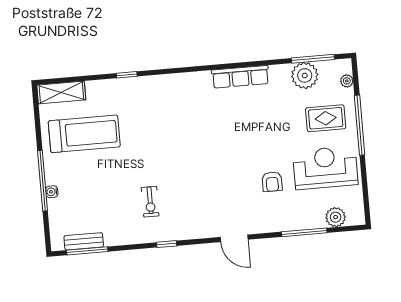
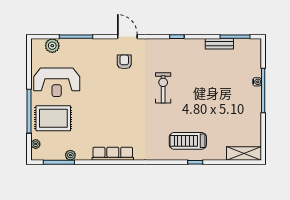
plant: (305, 75) -> (70, 155), width x0.53, depth x0.53
rug: (326, 118) -> (53, 118), width x1.36, depth x1.43
treadmill: (84, 134) -> (188, 141), moved, width x0.73, depth x0.73
armchair: (272, 182) -> (124, 62), moved
exercise bike: (150, 202) -> (163, 88), moved, width x1.38, depth x1.39
bench: (84, 241) -> (219, 44), moved

